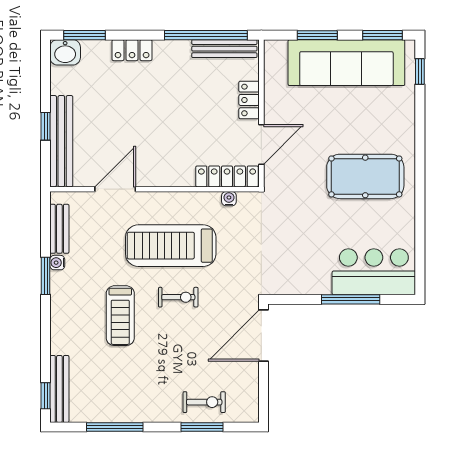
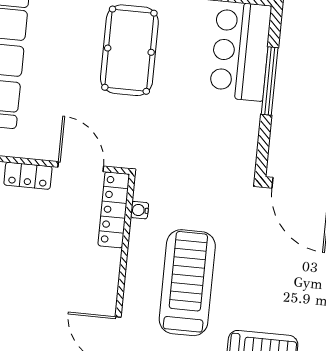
treadmill: (171, 246) -> (187, 283), turned 180
exercise bike: (178, 297) -> (248, 280), removed

